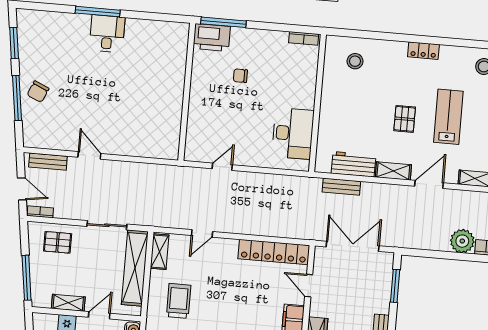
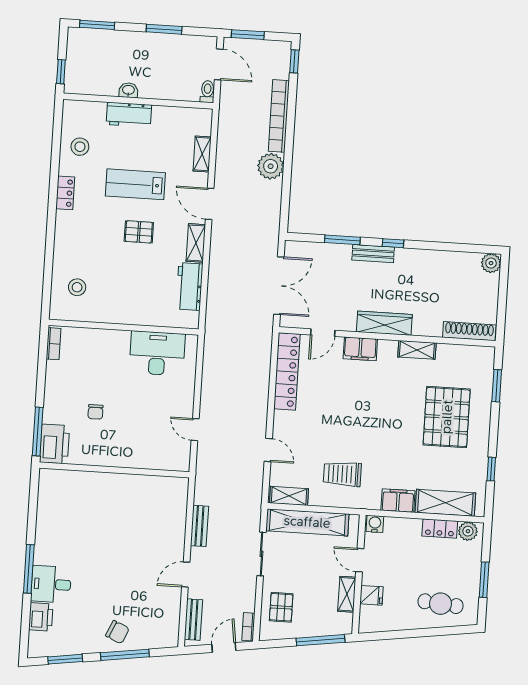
printer: (53, 22) -> (41, 617), added
desk: (107, 34) -> (51, 584), moved
locker: (423, 51) -> (65, 193), moved
bench: (341, 187) -> (199, 526), moved
double door: (353, 246) -> (279, 286), swing flipped
window: (395, 286) -> (342, 240), moved

